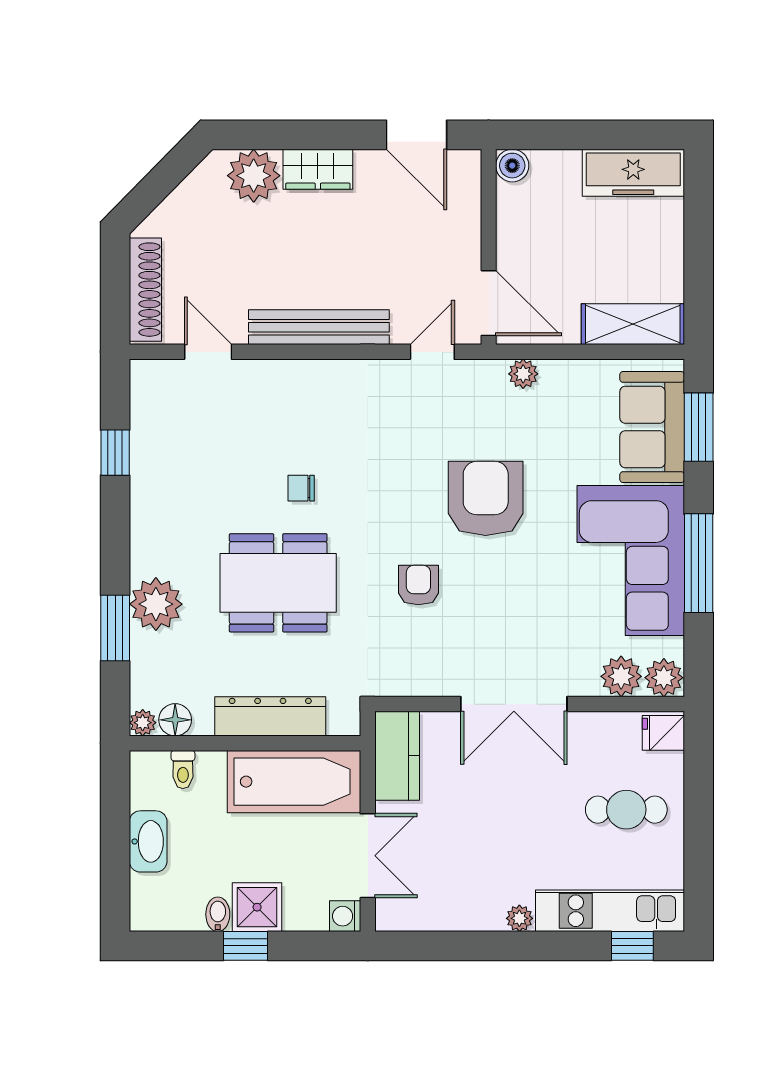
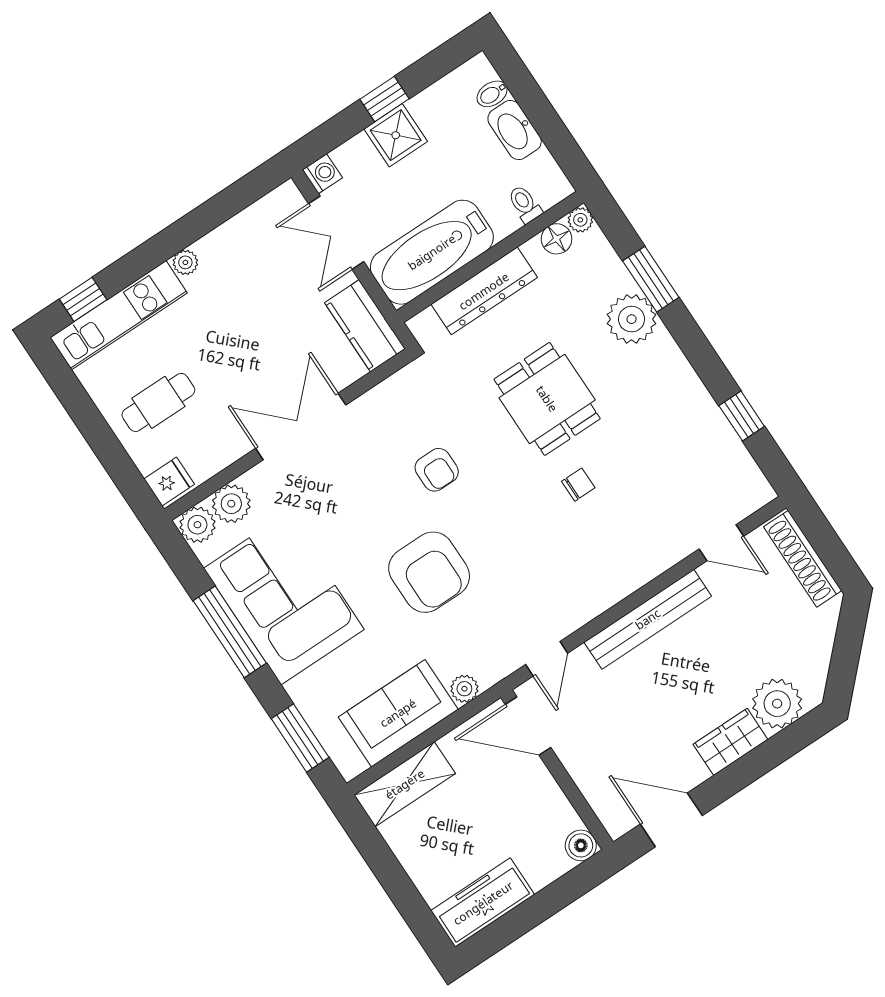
sofa: (652, 427) -> (398, 713), moved, turned -90
dining table: (278, 583) -> (547, 399), width x0.73
bidet: (218, 914) -> (492, 94), moved, turned 90

